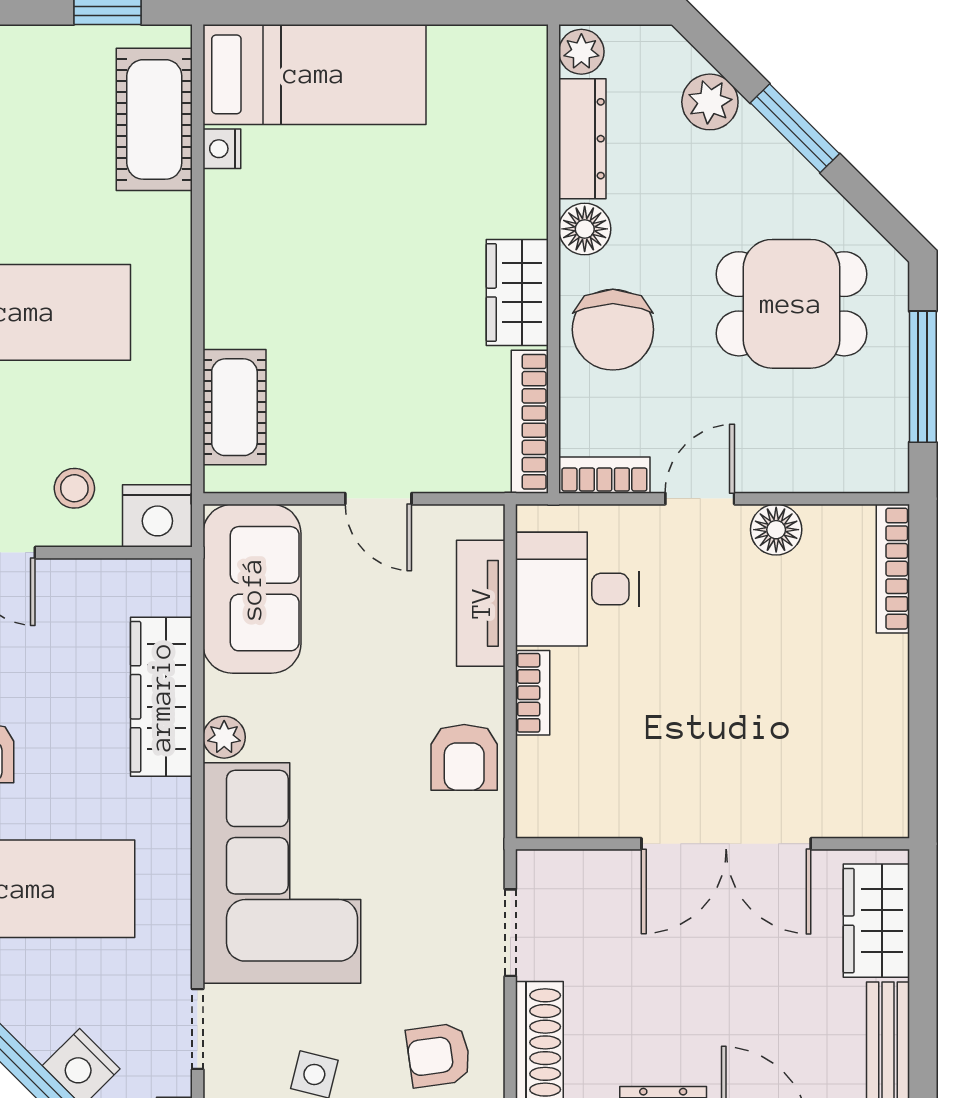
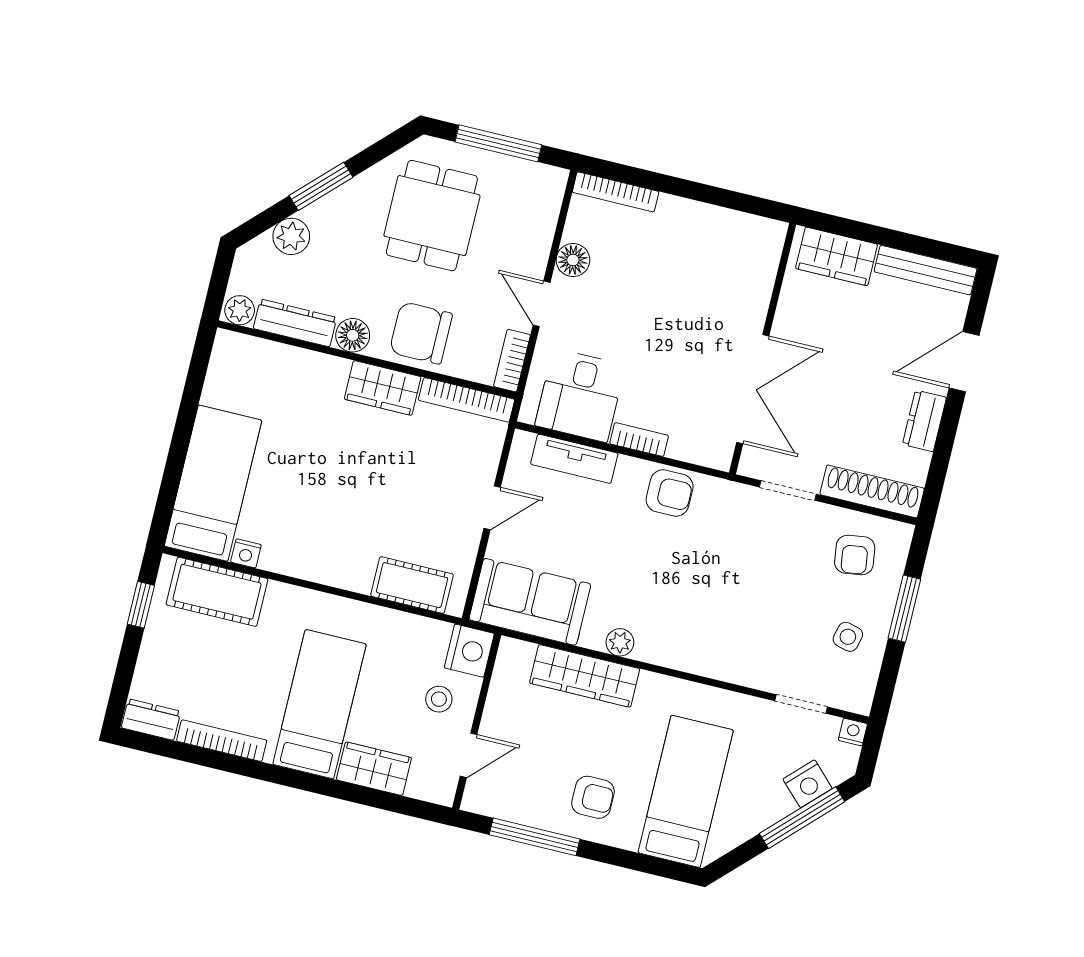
chair: (613, 330) -> (421, 333), turned 180
double door: (726, 844) -> (753, 389), moved
corner sofa: (282, 873) -> (715, 627), removed

